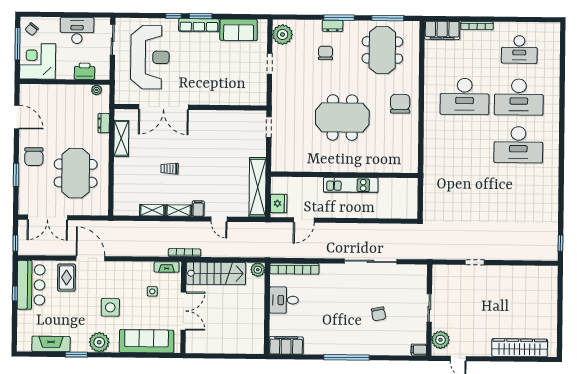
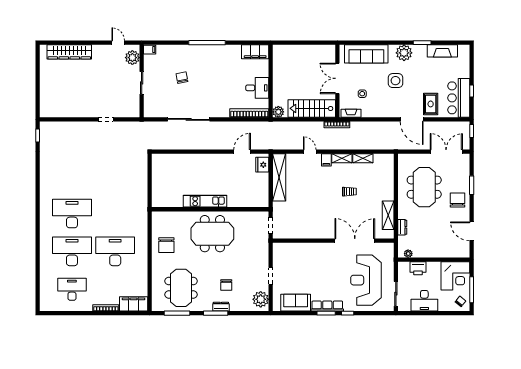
wall: (344, 175) -> (210, 209), moved
kitchen unit: (351, 185) -> (205, 201), moved

